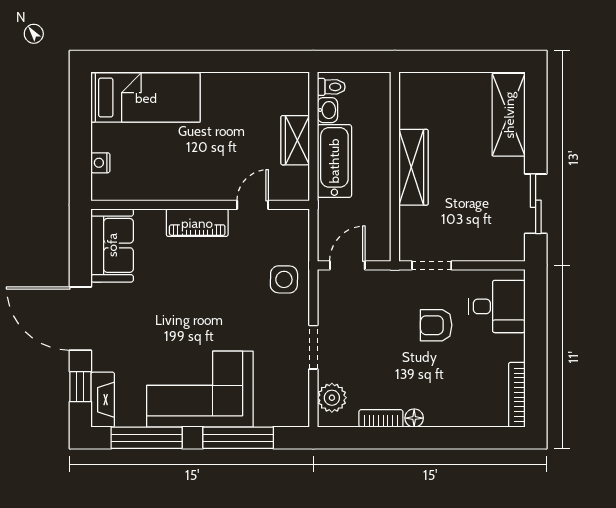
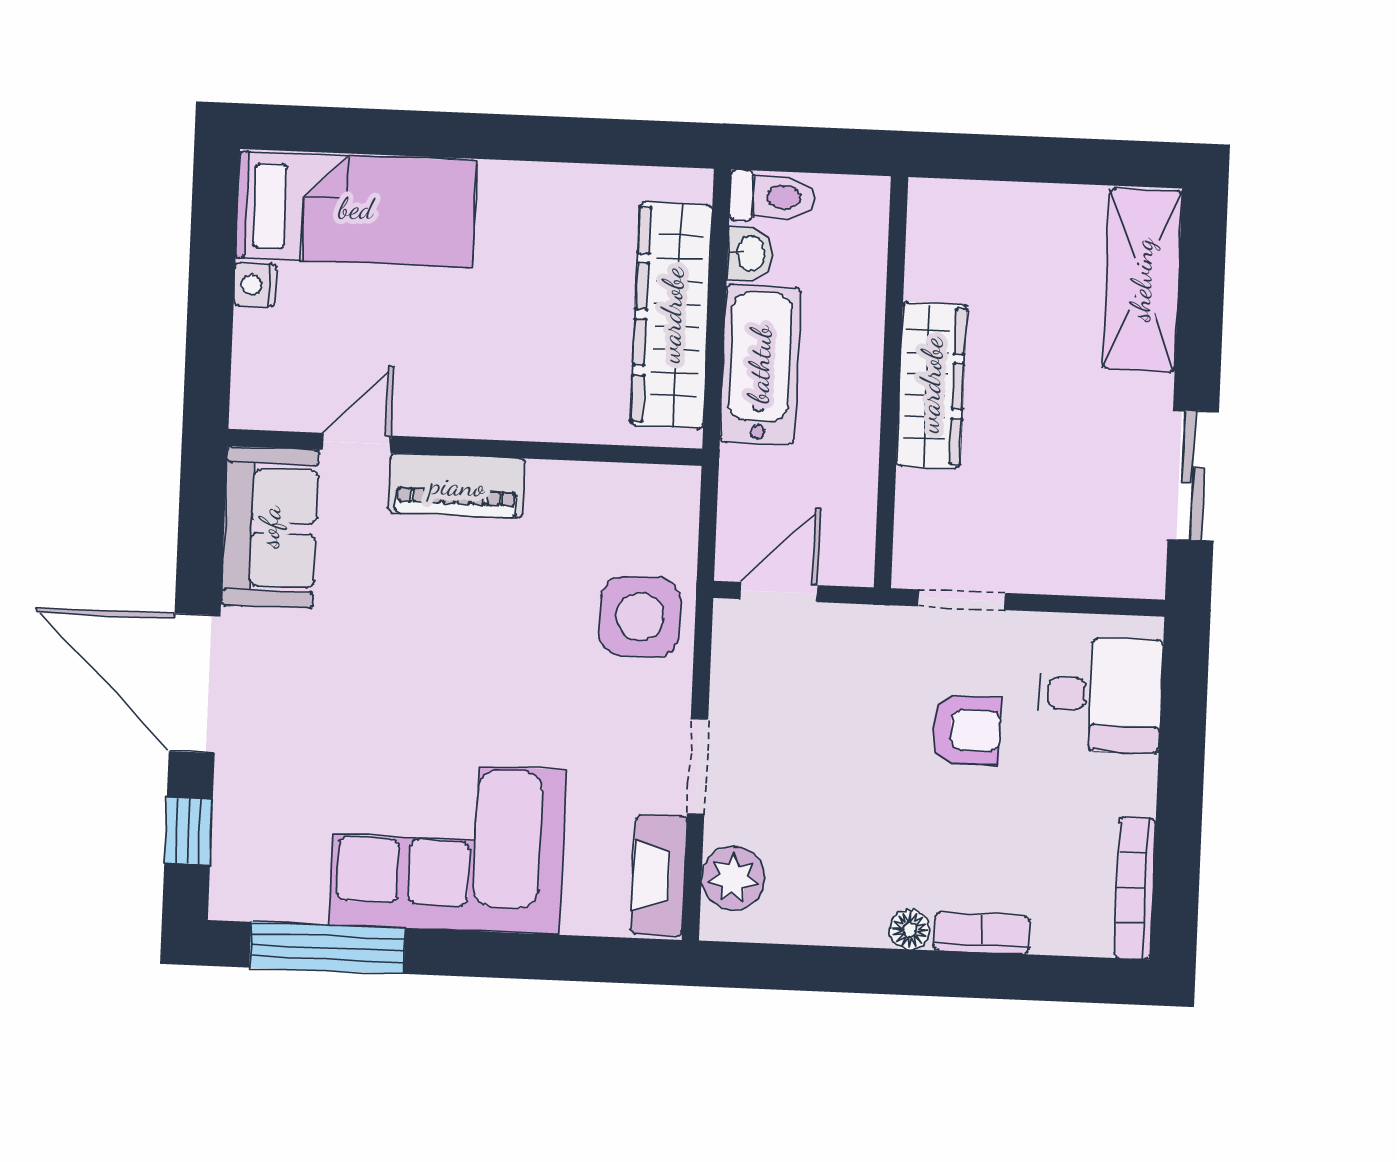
toilet: (331, 87) -> (772, 197), width x1.37, depth x1.39
wardrobe: (295, 140) -> (672, 315), width x2.10, depth x1.17
nightstand: (100, 163) -> (255, 285), moved
door: (253, 205) -> (357, 443), moved
side table: (284, 279) -> (640, 617), width x1.37, depth x1.37
armchair: (436, 325) -> (966, 730), turned 180
fireplace: (103, 400) -> (659, 875), moved, turned 180
bookcase: (381, 418) -> (982, 933), moved
window: (238, 438) -> (526, 956), removed

